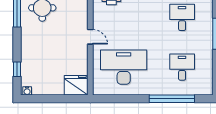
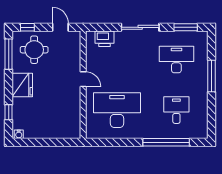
desk: (182, 17) -> (176, 59), width x1.37
fridge: (76, 85) -> (22, 85), moved, turned 90

